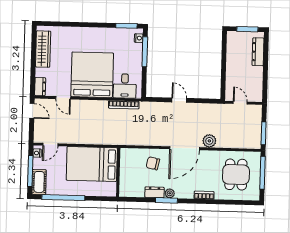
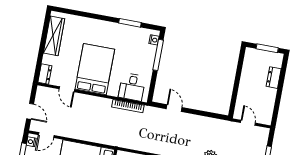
window: (126, 26) -> (130, 23), moved
dresser: (258, 52) -> (274, 78), width x0.70
bed: (92, 75) -> (95, 69), width x0.73
door: (179, 100) -> (174, 108), moved
door: (32, 111) -> (30, 111), moved

